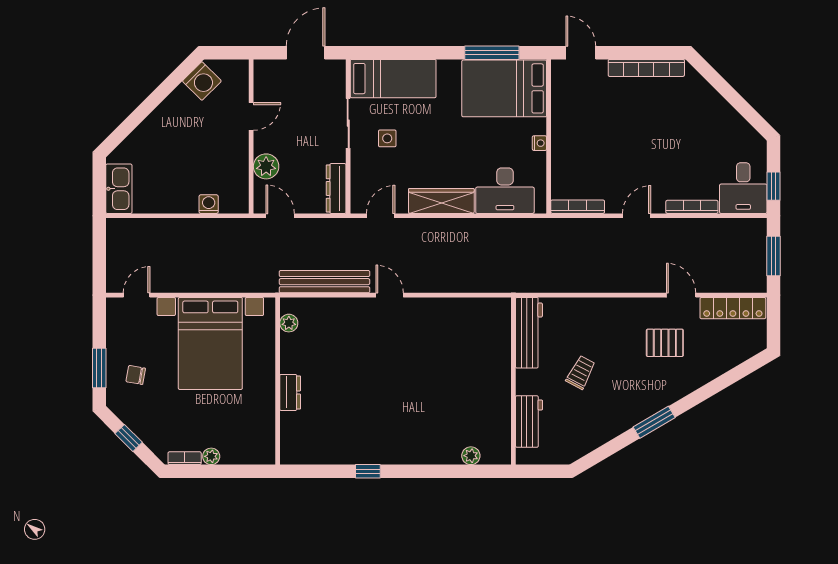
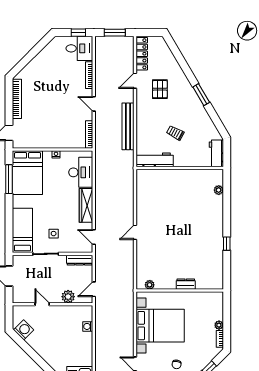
bench: (324, 282) -> (128, 126), moved
workbench: (529, 422) -> (216, 153), moved, turned -90

